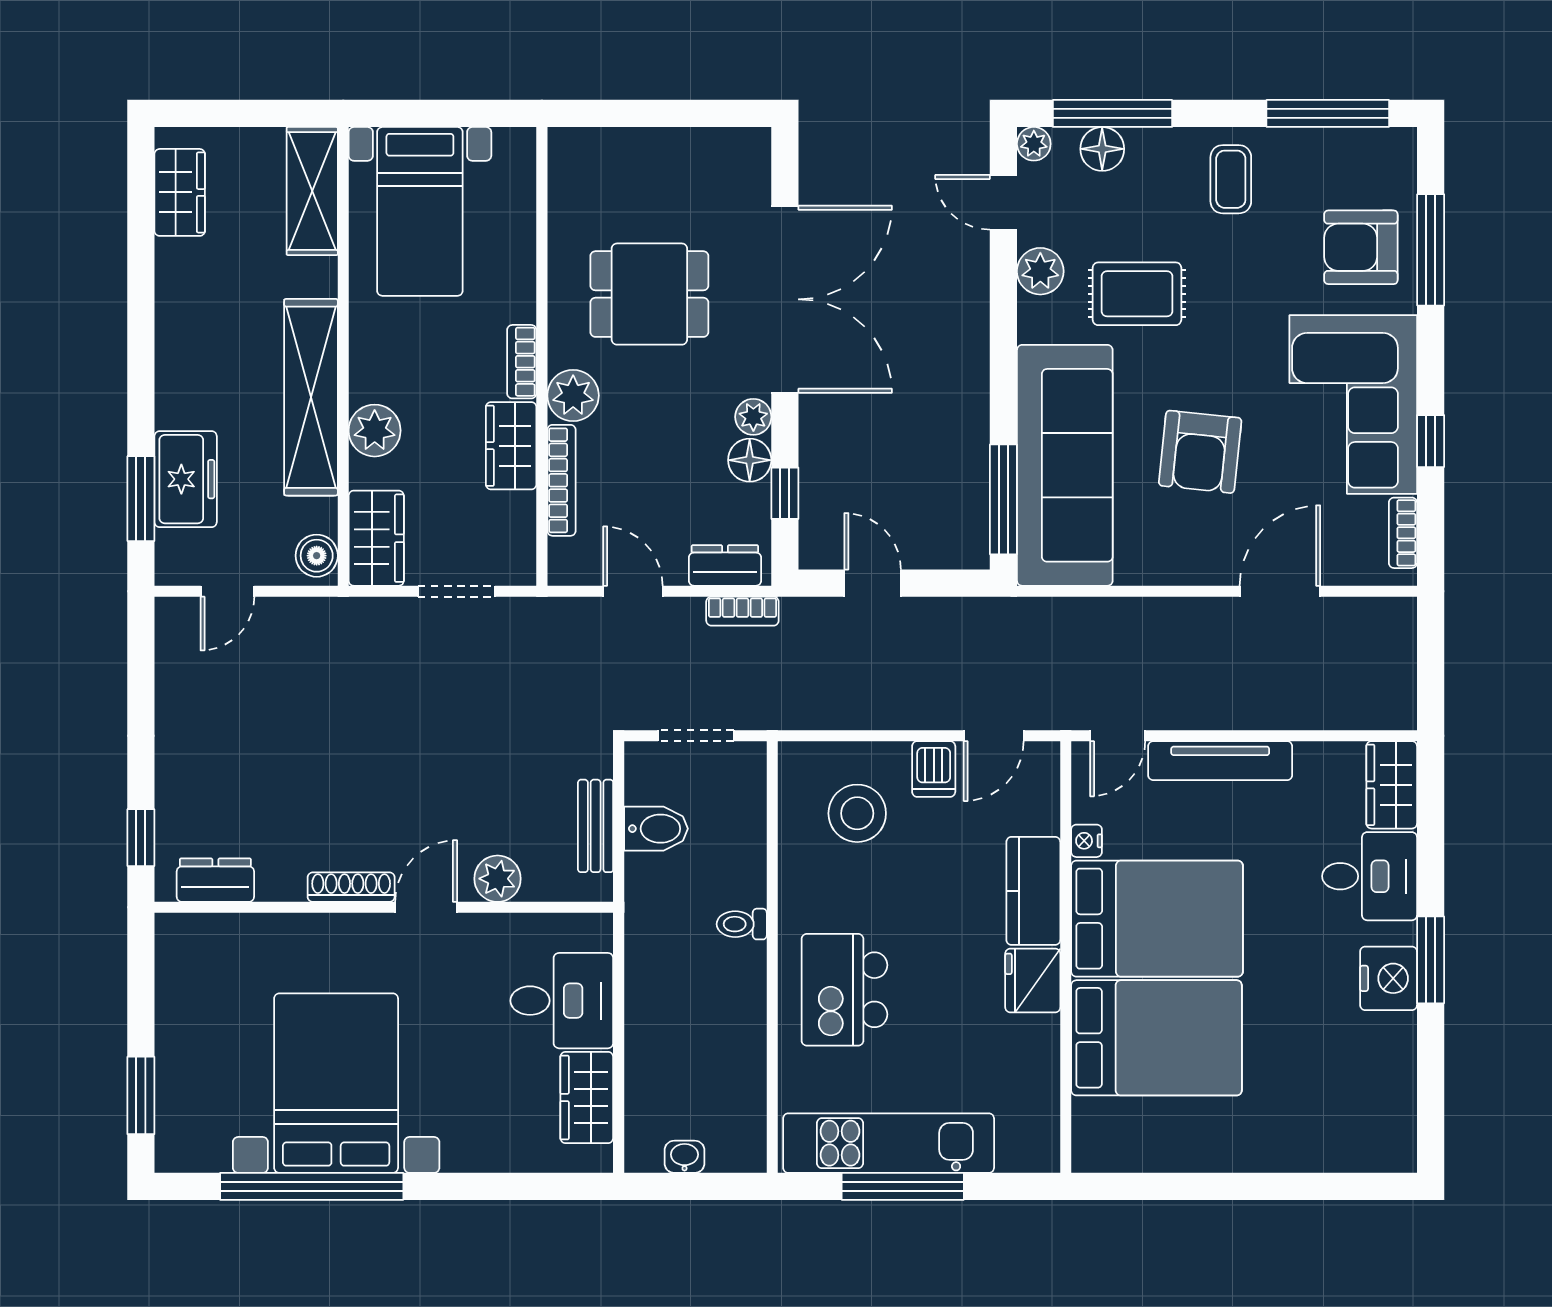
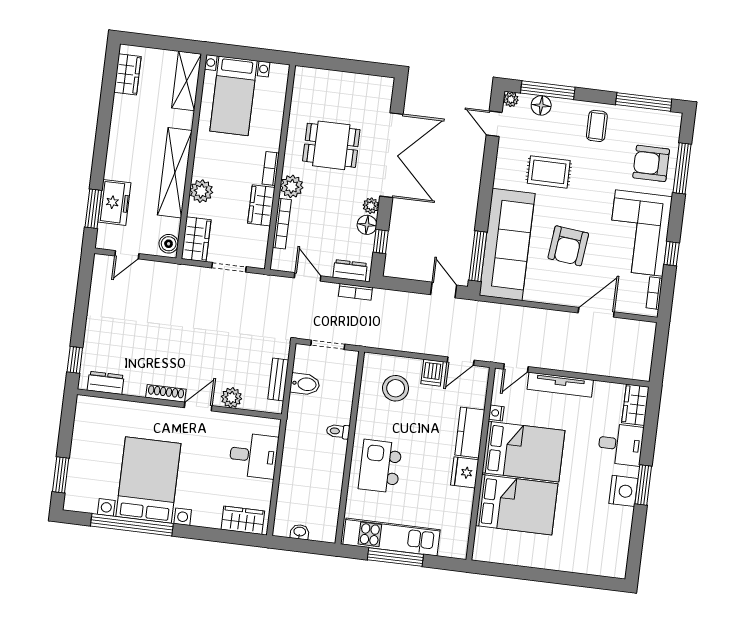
plant: (1040, 271) -> (507, 157), removed
door: (873, 583) -> (444, 290), moved
wardrobe: (587, 1097) -> (243, 520), moved, turned 90

